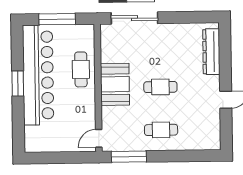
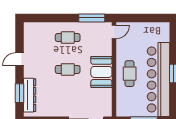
window: (225, 54) -> (19, 93), added
cafe table: (81, 69) -> (130, 74), moved

